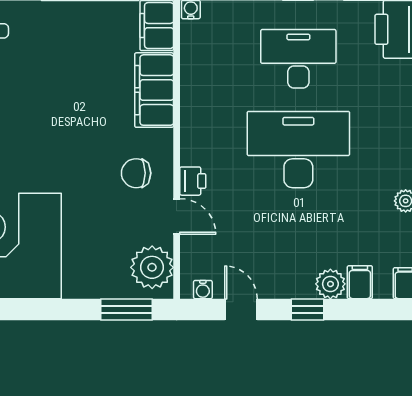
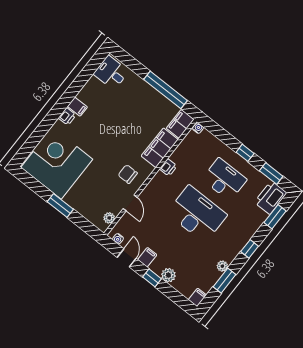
printer: (193, 181) -> (168, 167), moved
plant: (152, 267) -> (109, 218), width x0.53, depth x0.53
filing cabinet: (360, 282) -> (147, 257), moved
window: (127, 309) -> (60, 205), moved

